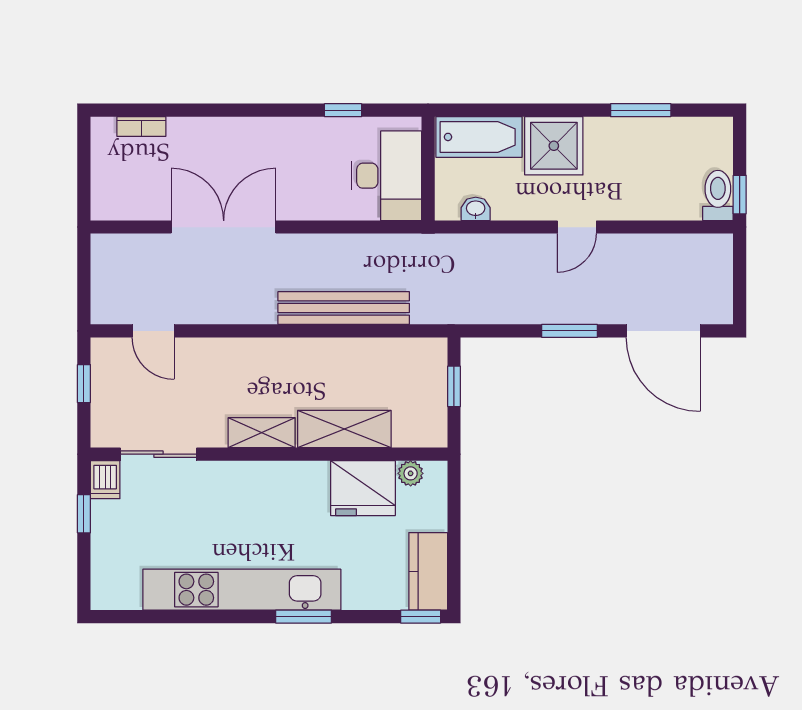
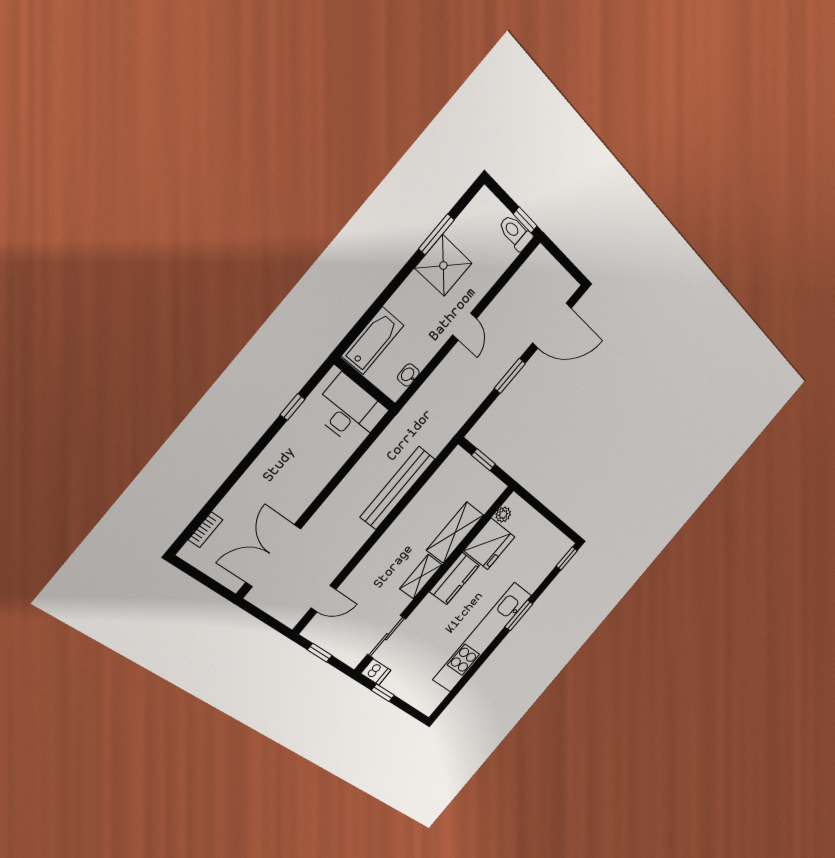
shower: (554, 146) -> (443, 265), moved
double door: (224, 227) -> (273, 556), moved
kitchen counter: (428, 571) -> (454, 579), moved, turned -90

